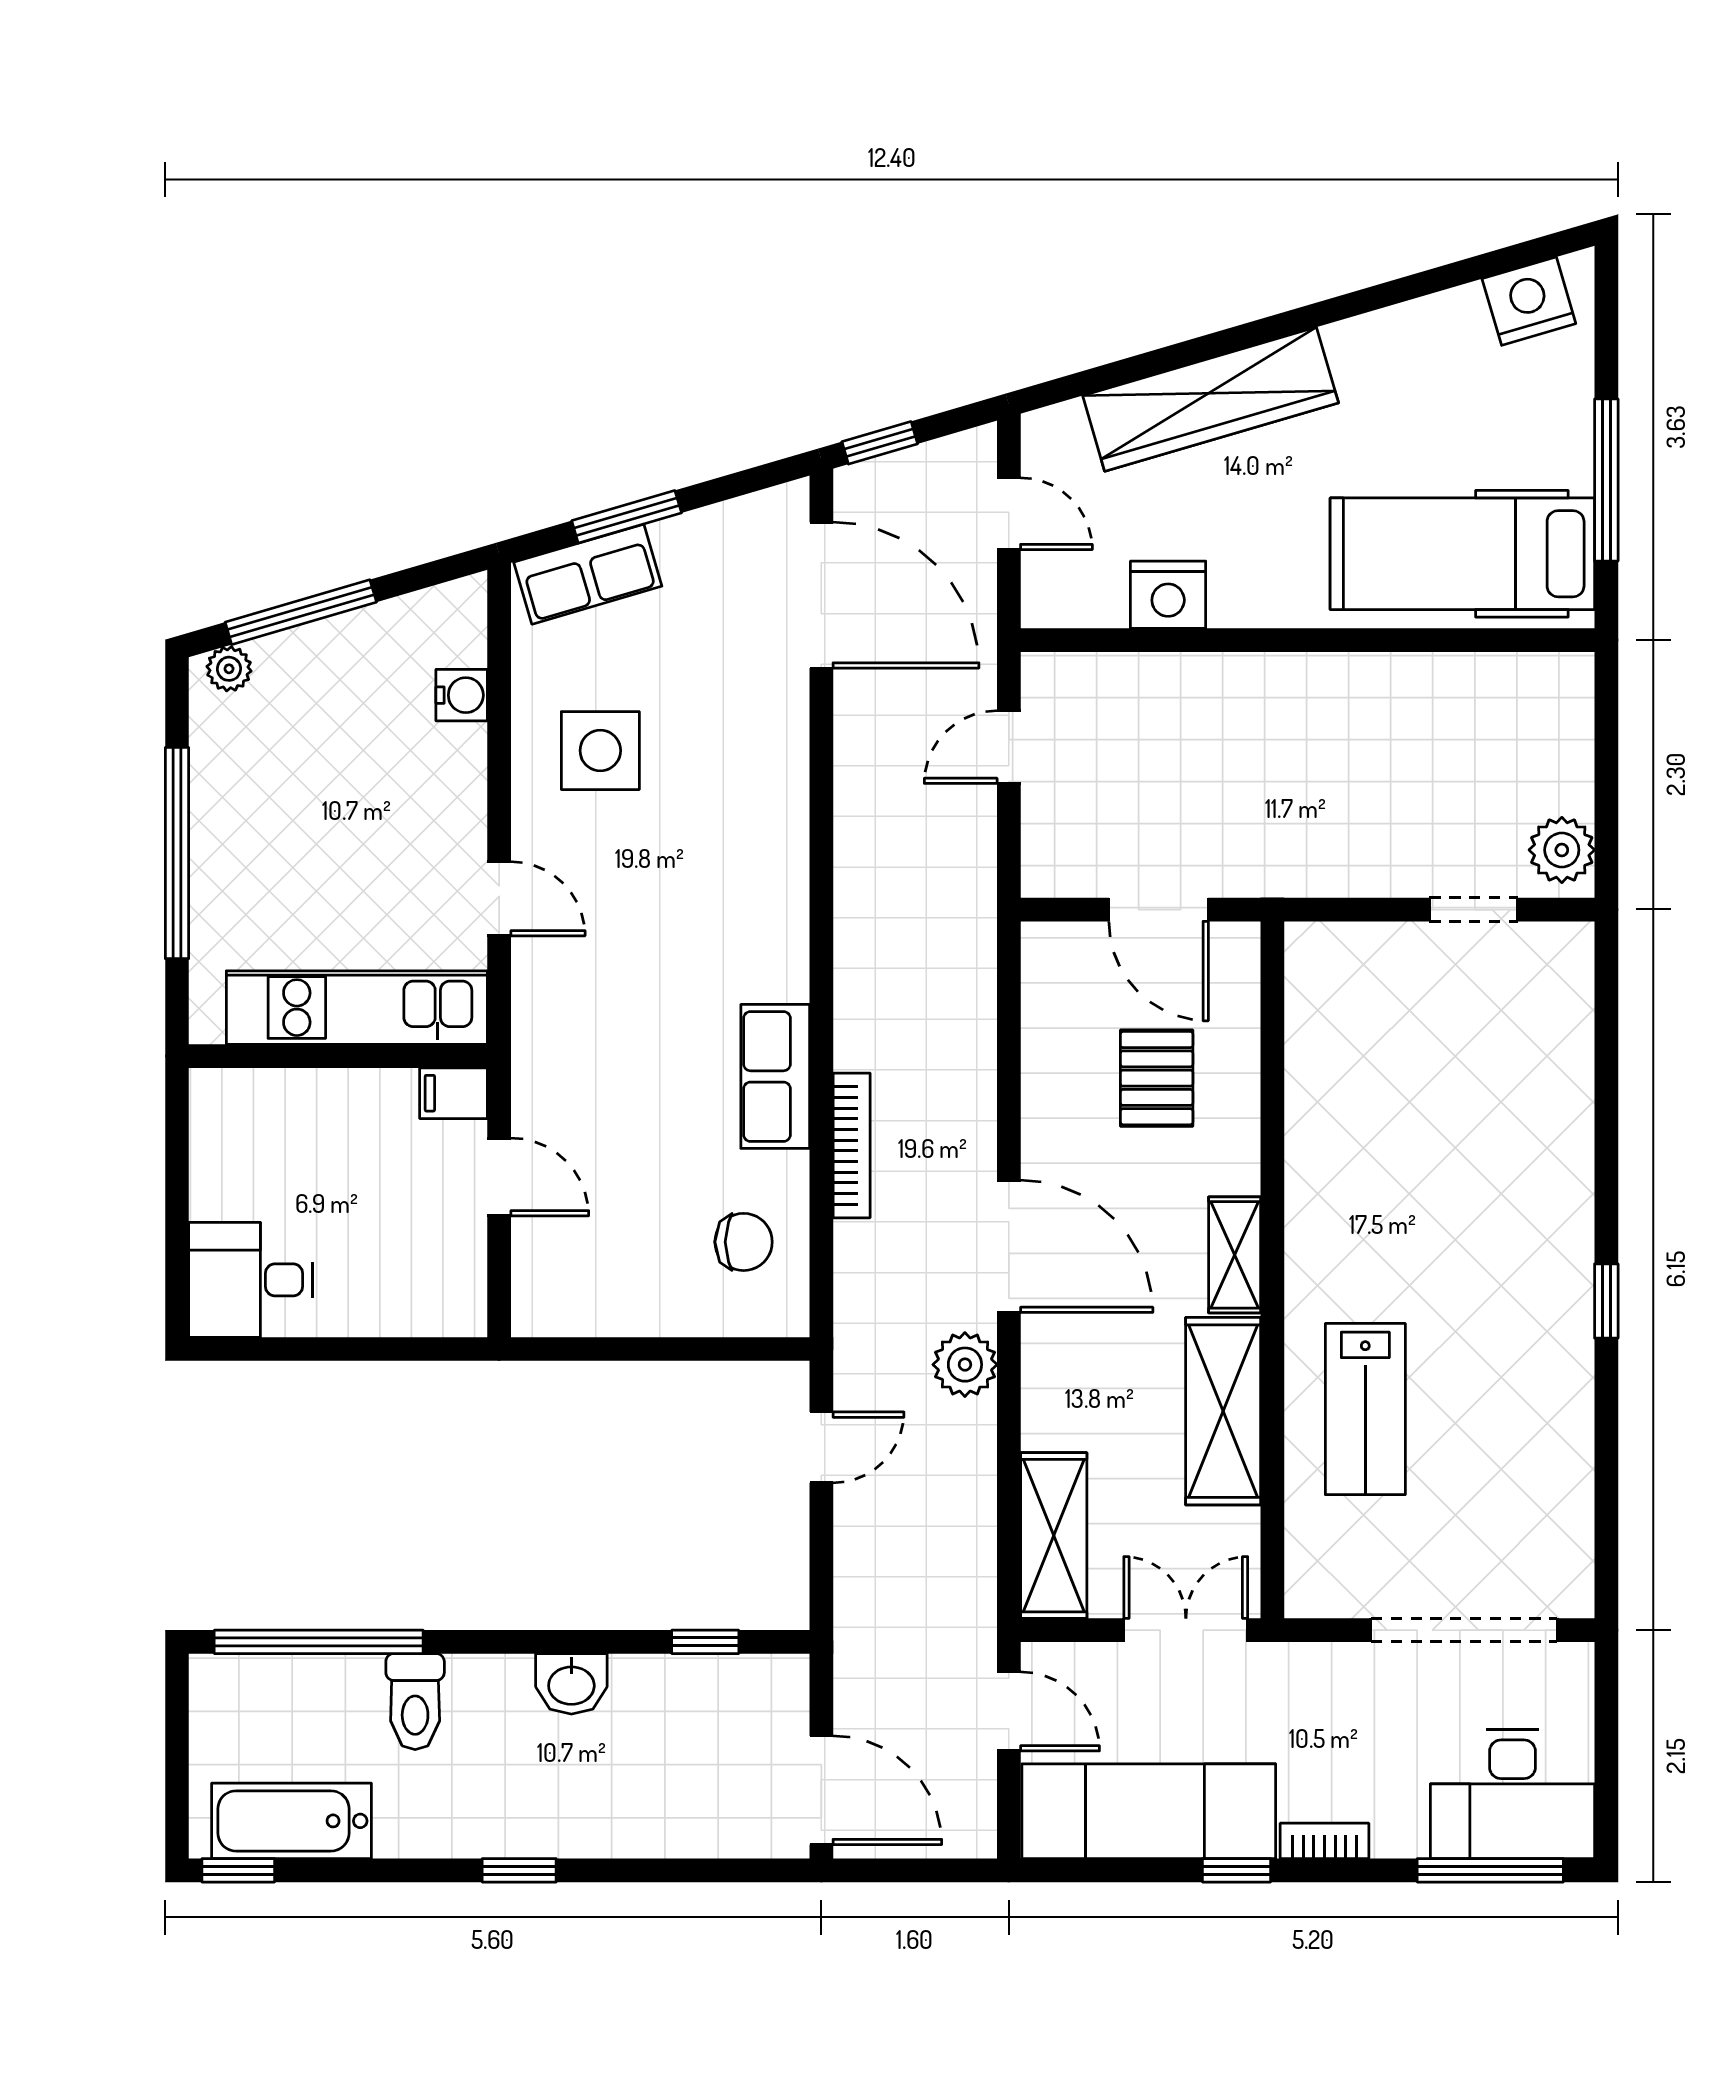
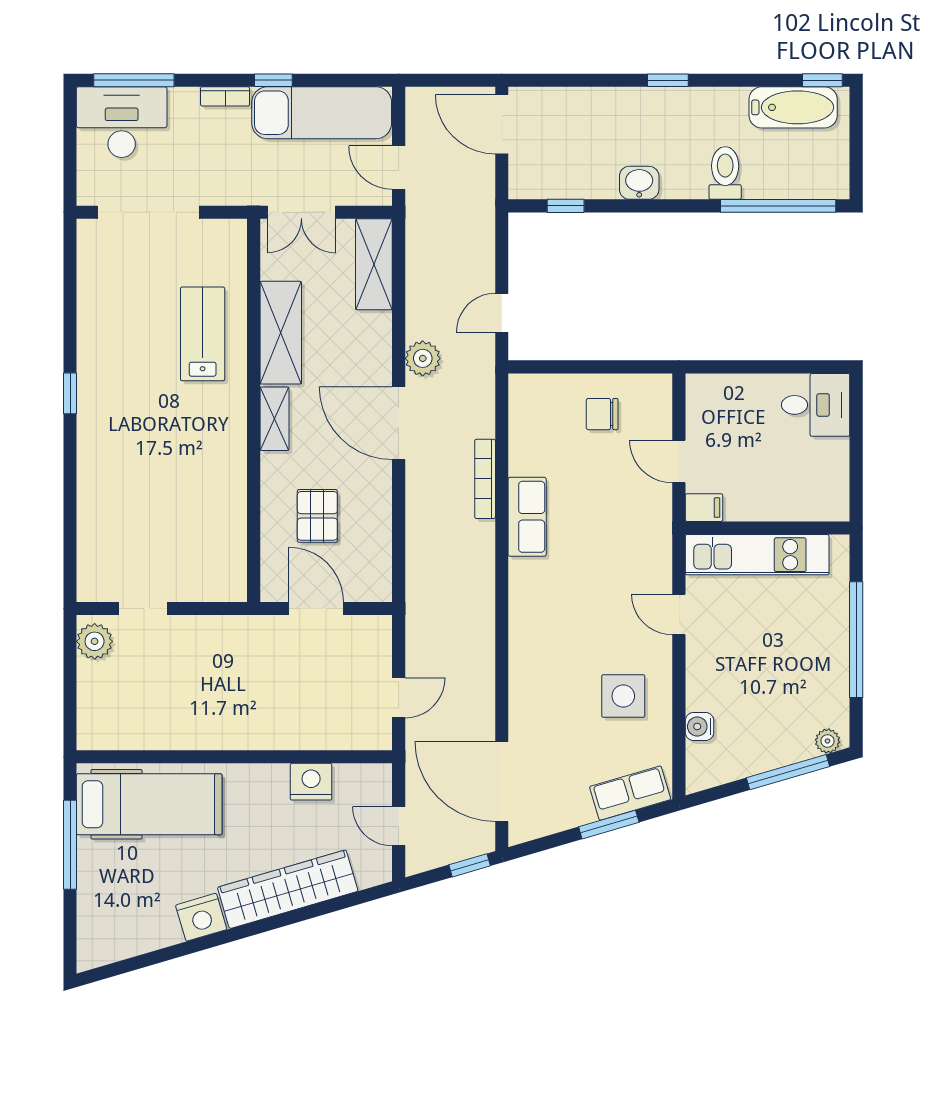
nightstand: (1529, 301) -> (201, 917), moved
chair: (744, 1242) -> (602, 414), moved

